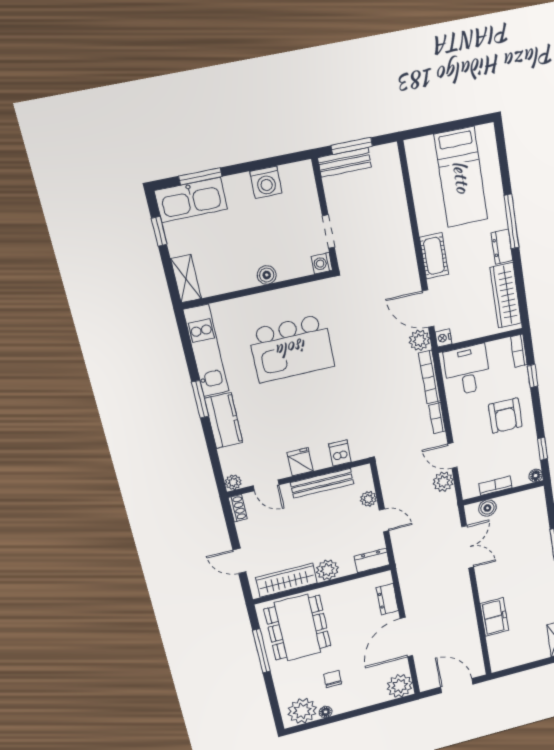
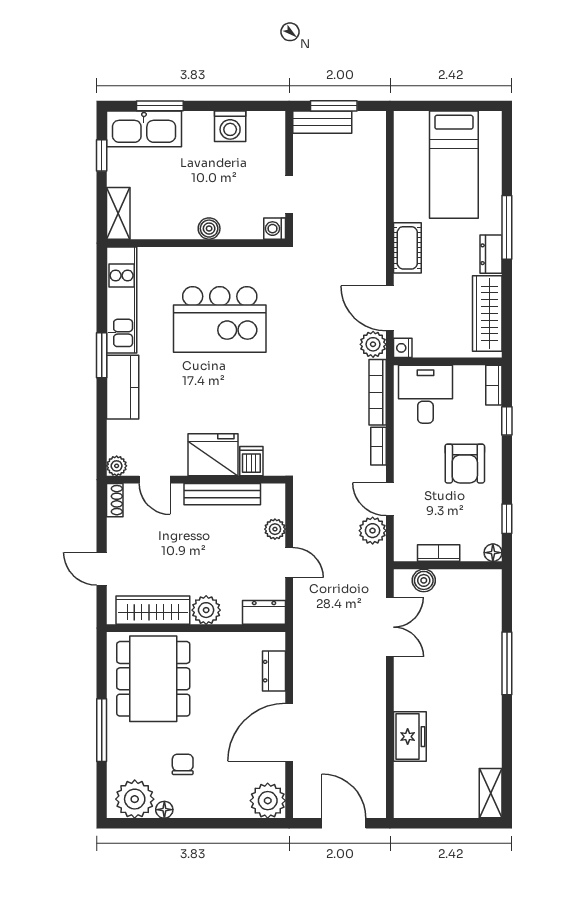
fridge: (300, 462) -> (213, 455), width x1.88, depth x1.34
window: (261, 651) -> (102, 730), moved

